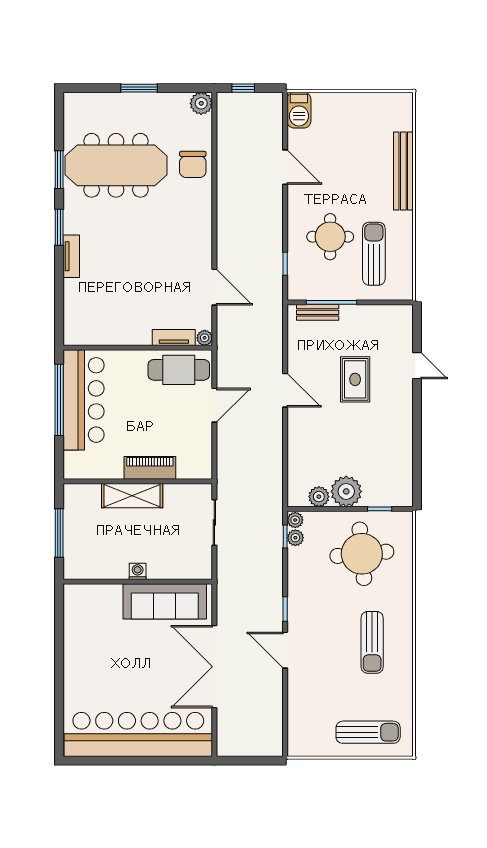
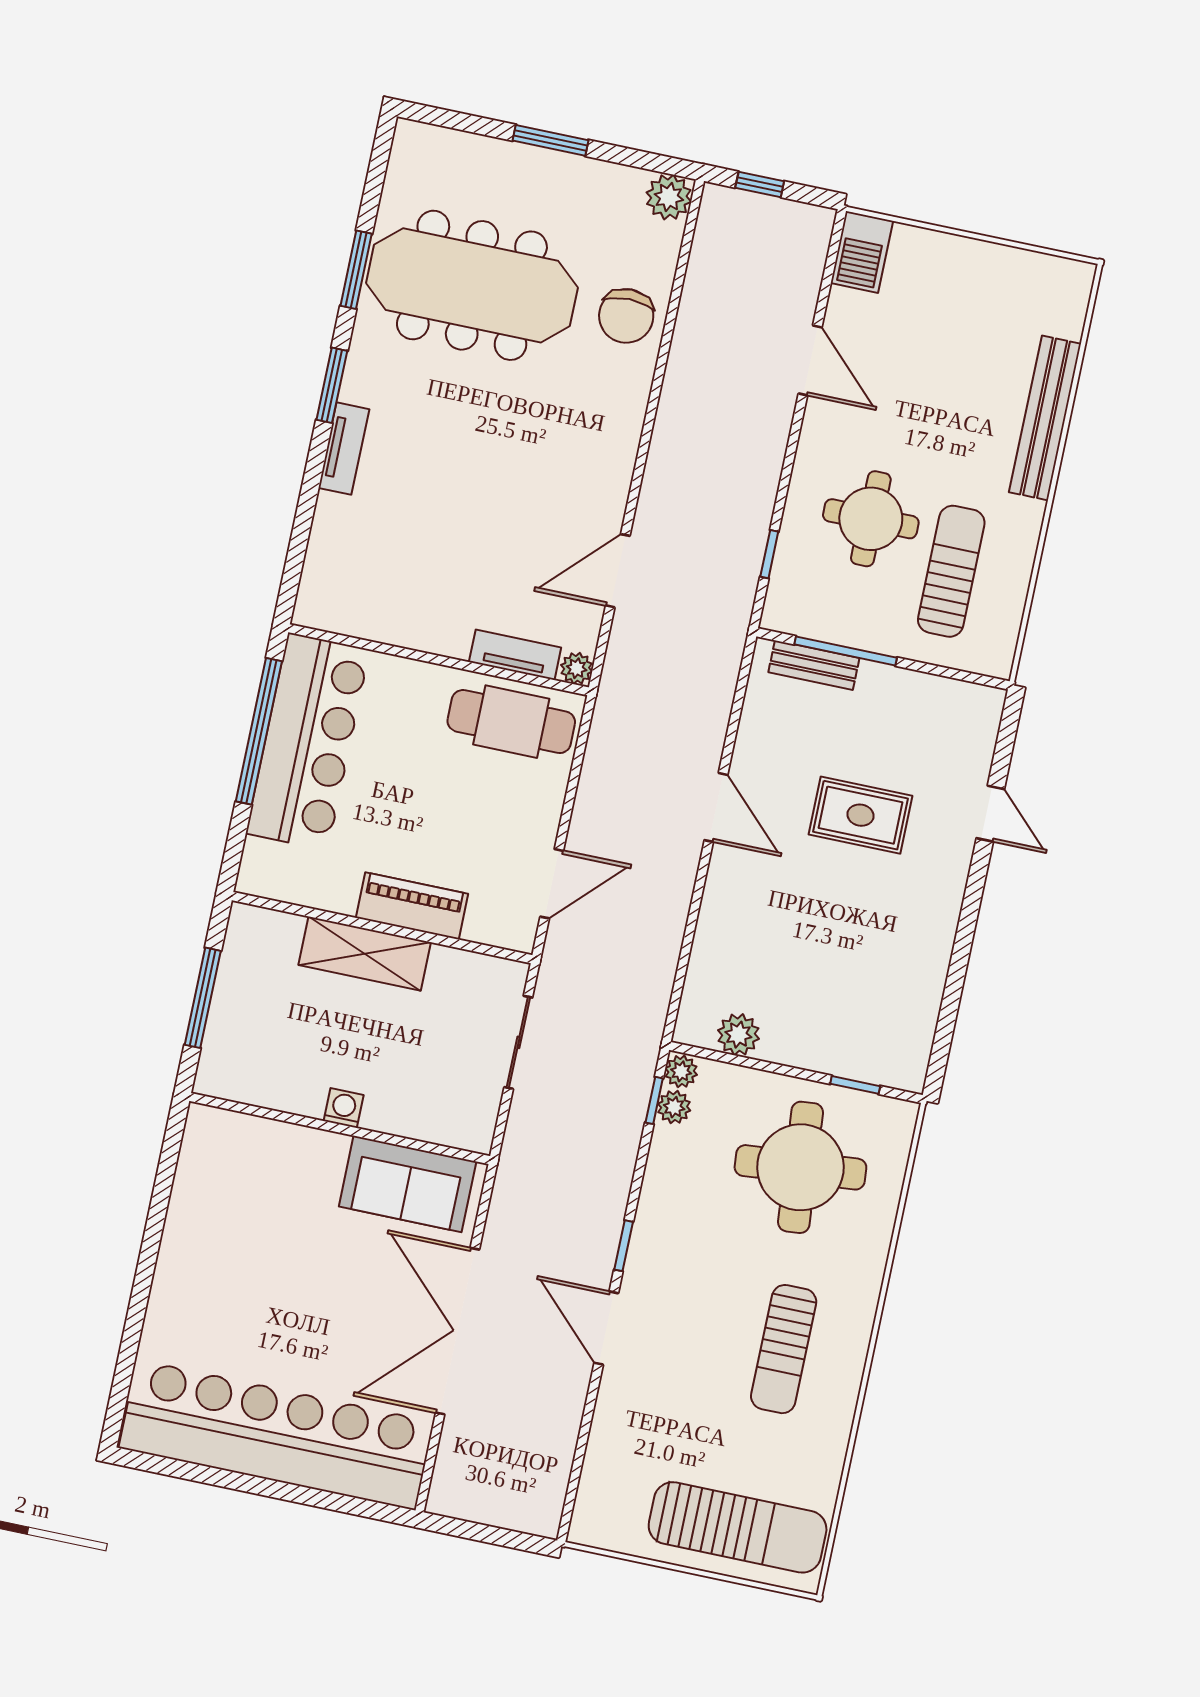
door: (214, 287) -> (618, 571), swing flipped
rug: (355, 379) -> (861, 815), turned 90
door: (214, 405) -> (552, 884), moved
plant: (346, 491) -> (795, 1036), removed
sofa: (165, 601) -> (408, 1184), width x0.73
sun lounger: (368, 732) -> (738, 1527), width x1.36, depth x1.34

